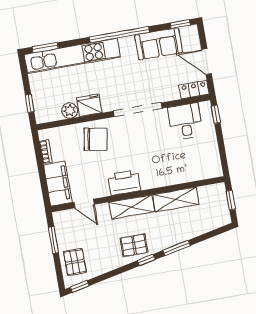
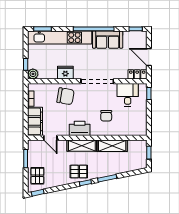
sofa: (159, 44) -> (108, 40), moved
plant: (70, 111) -> (33, 74), moved
chair: (159, 157) -> (106, 116), added

